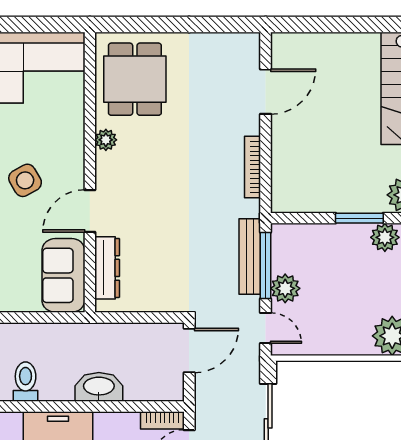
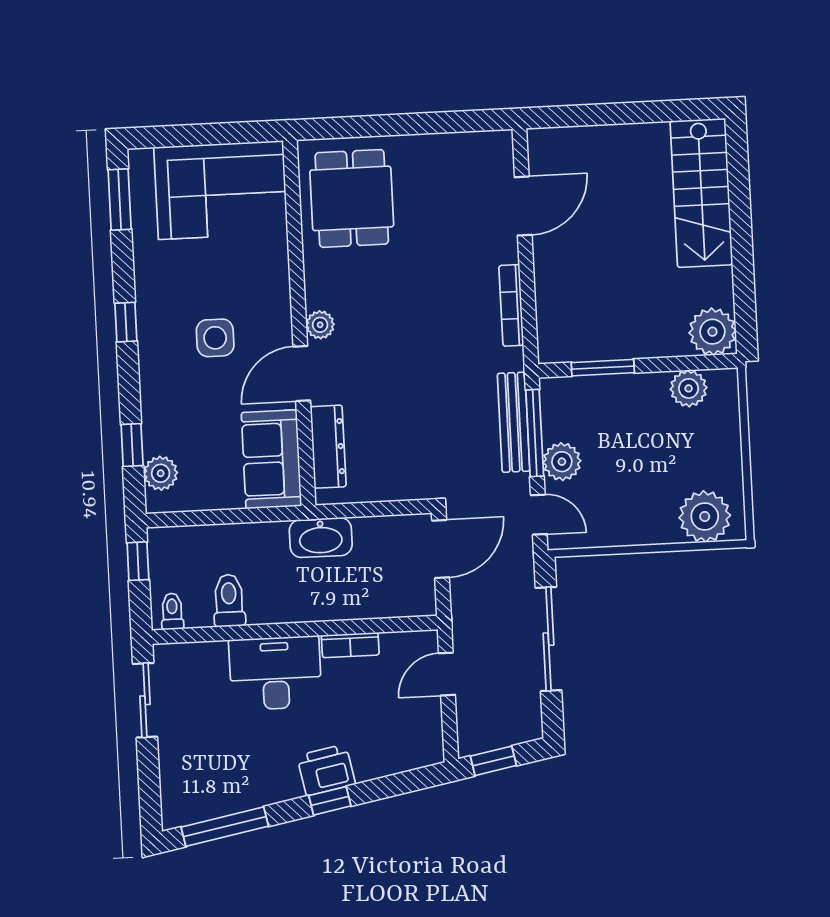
plant: (106, 140) -> (320, 325), moved
side table: (25, 180) -> (215, 338), turned 30
window: (359, 218) -> (603, 368), moved
washbasin: (99, 387) -> (321, 538), moved, turned 180
bookcase: (162, 420) -> (350, 645), moved

